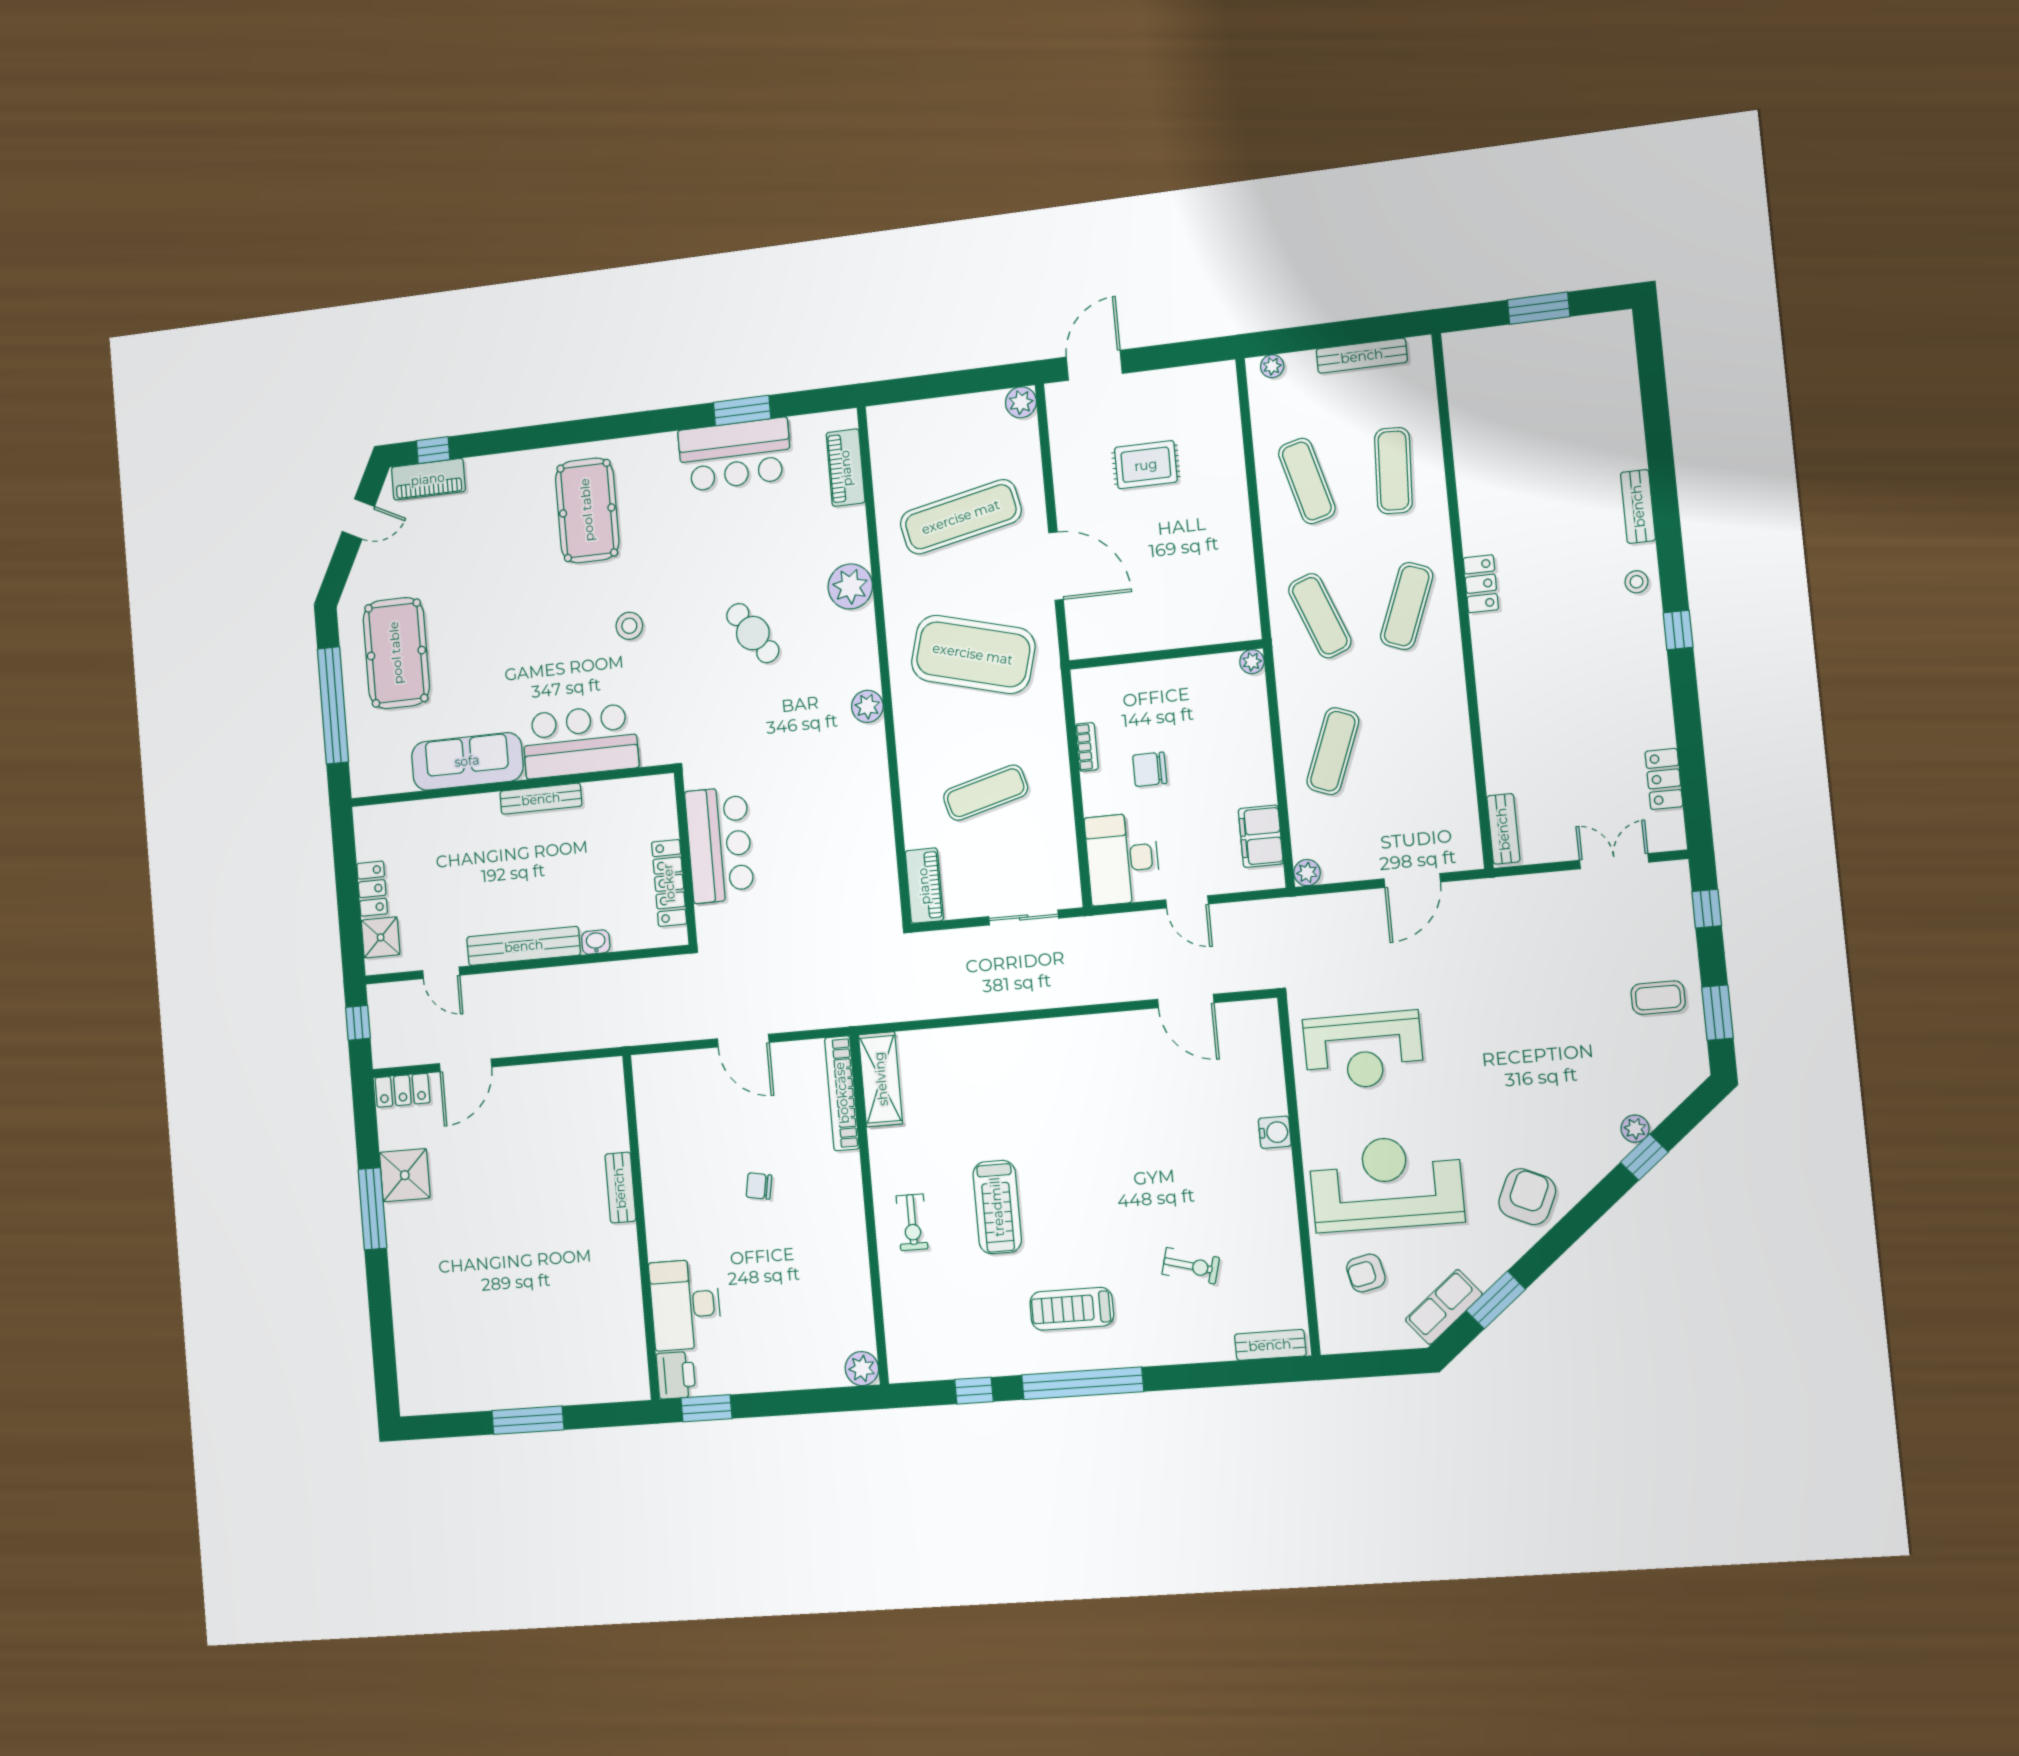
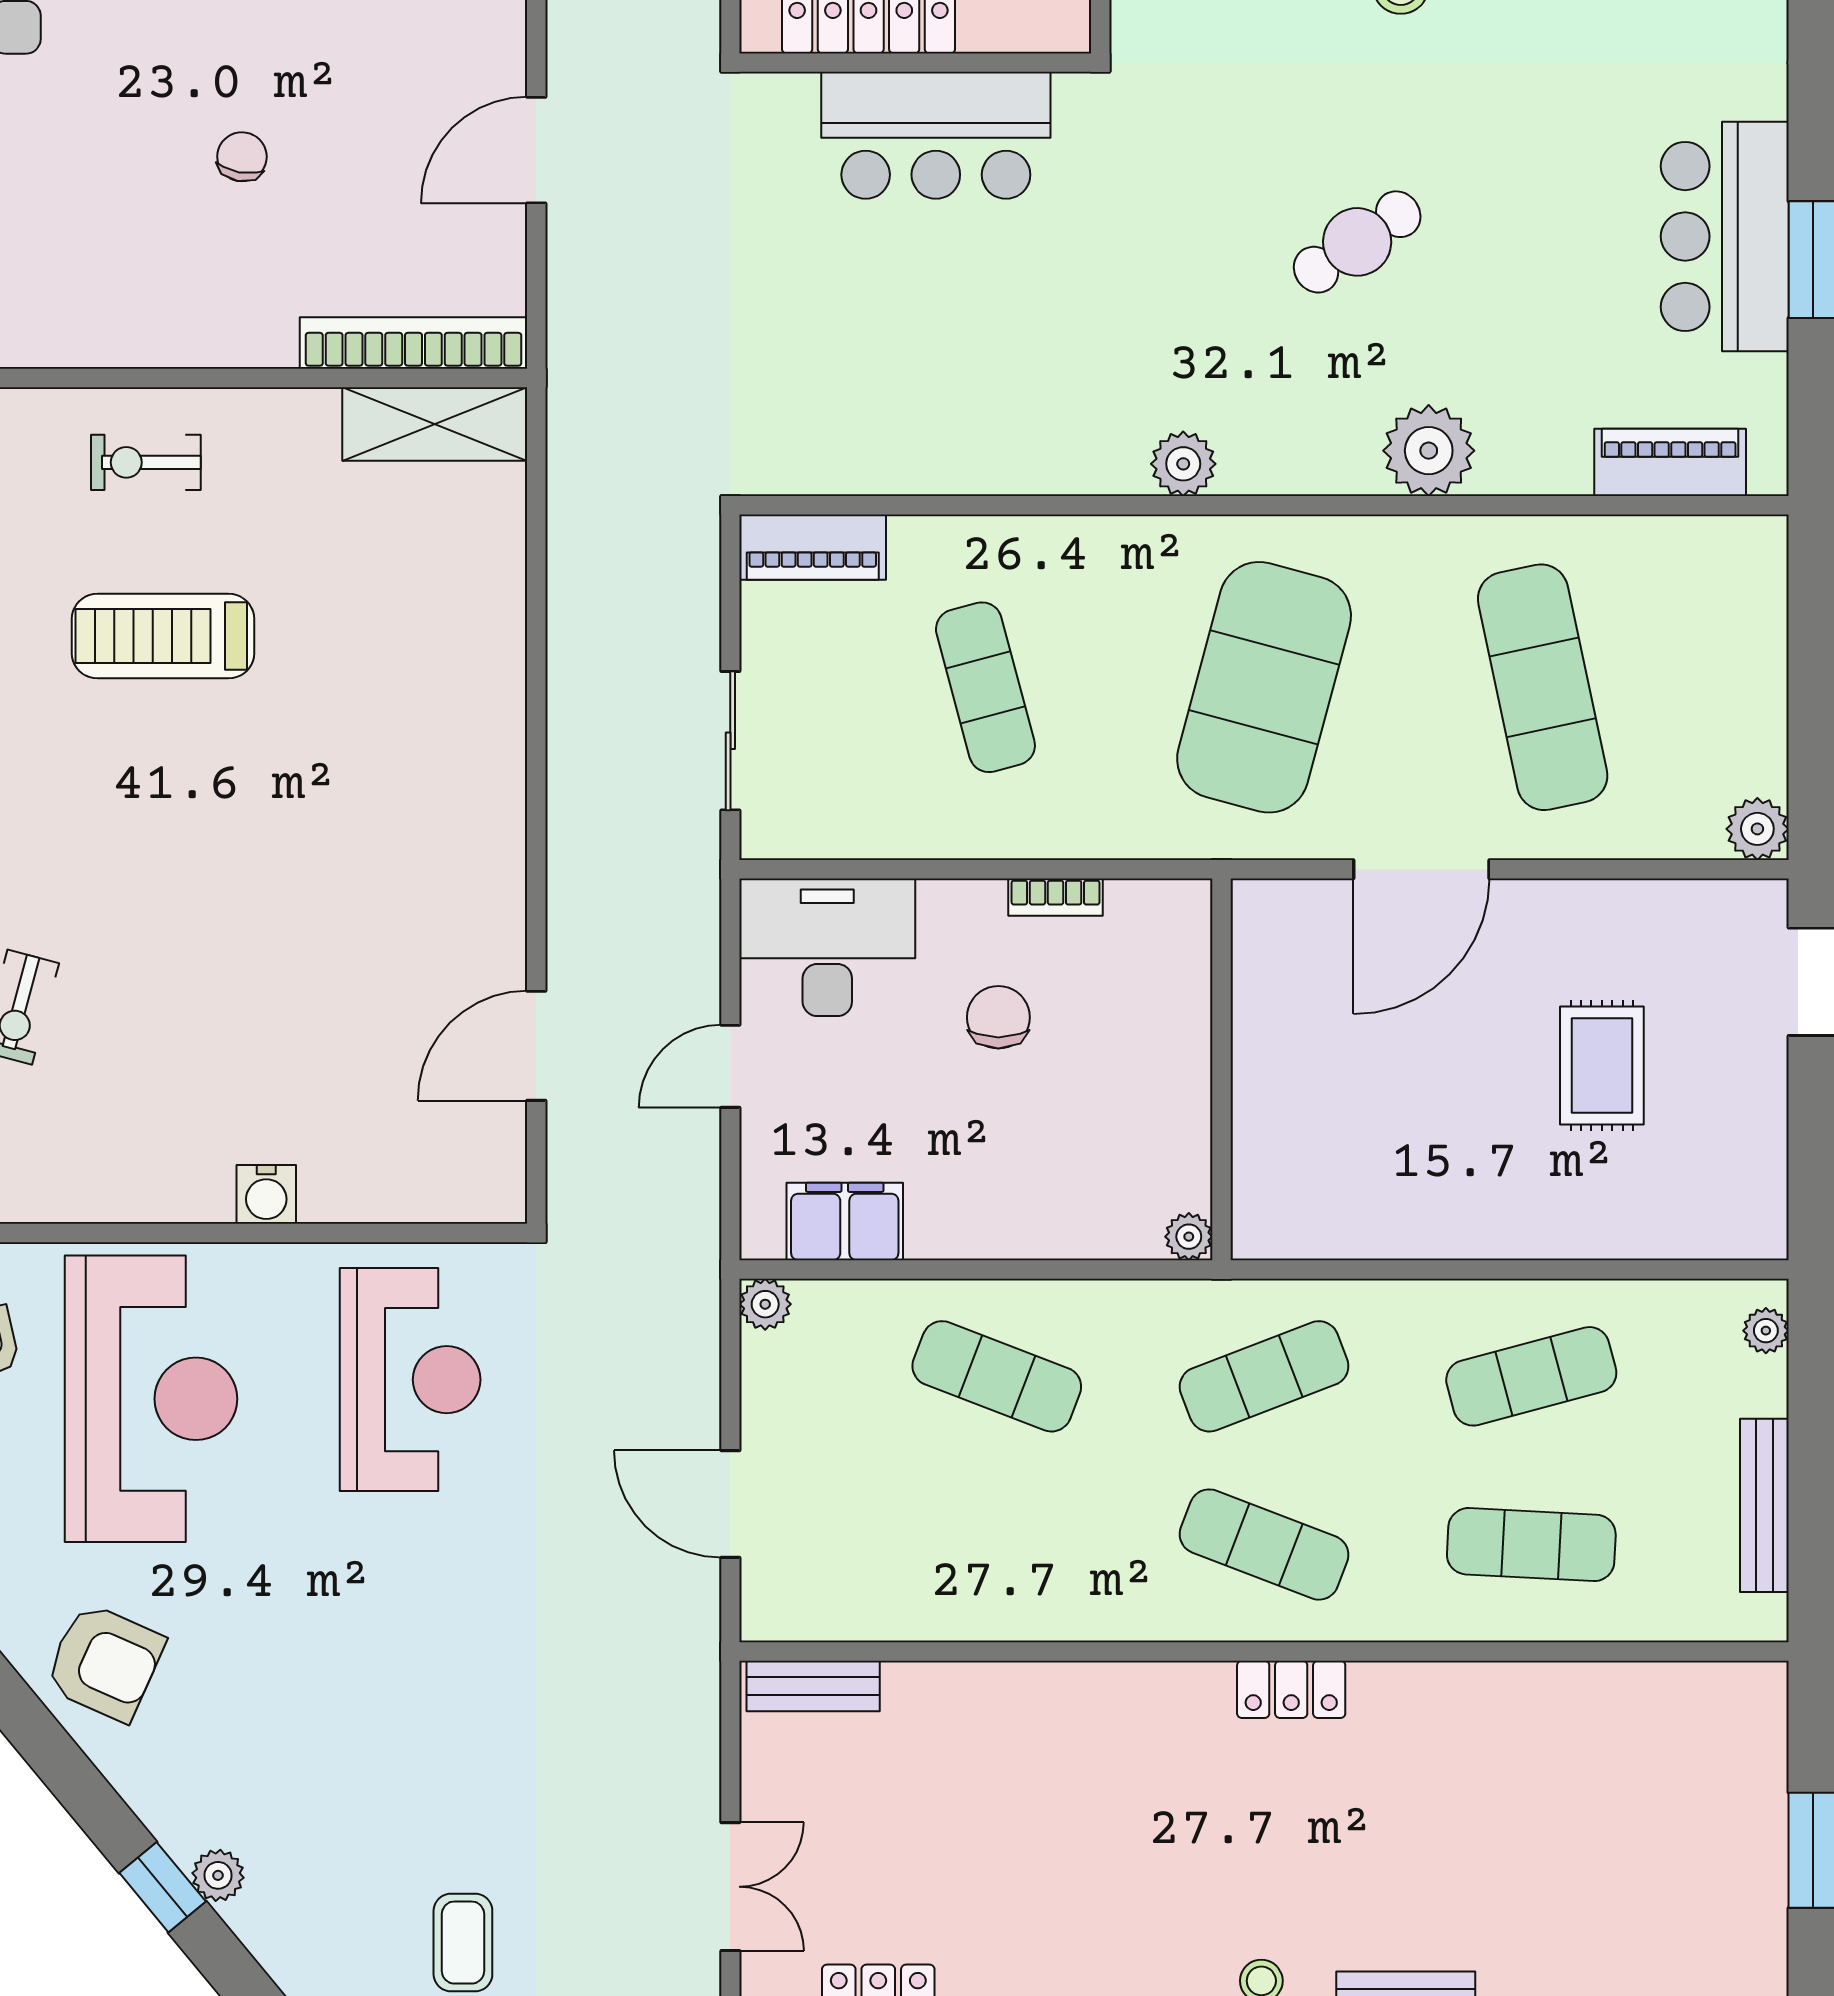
reception desk: (1363, 1051) -> (410, 1380), turned 180

